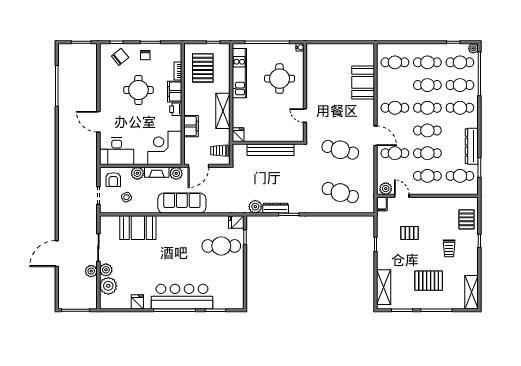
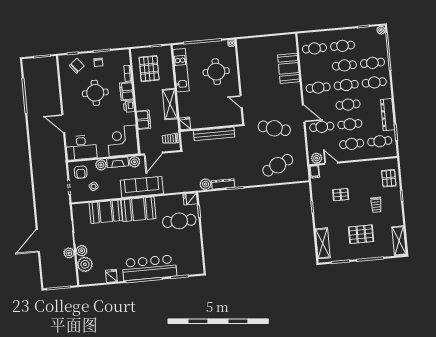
cafe table: (460, 62) -> (371, 43), removed
cafe table: (340, 193) -> (278, 165), turned -42
booth: (176, 228) -> (139, 209), added

